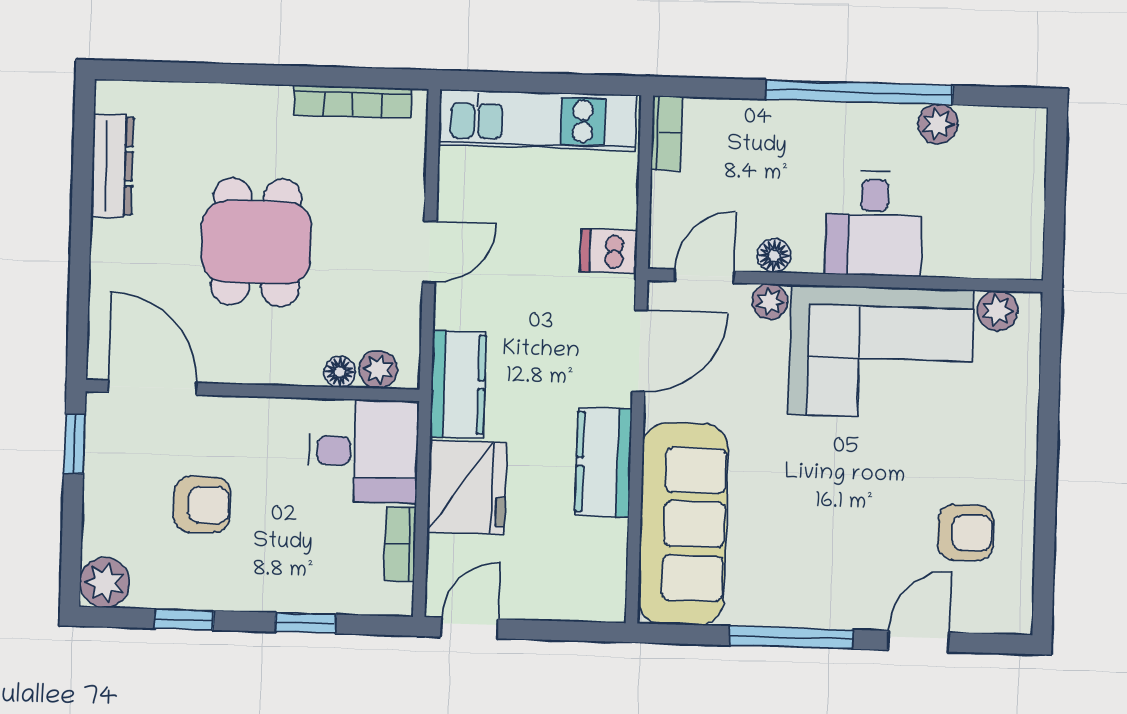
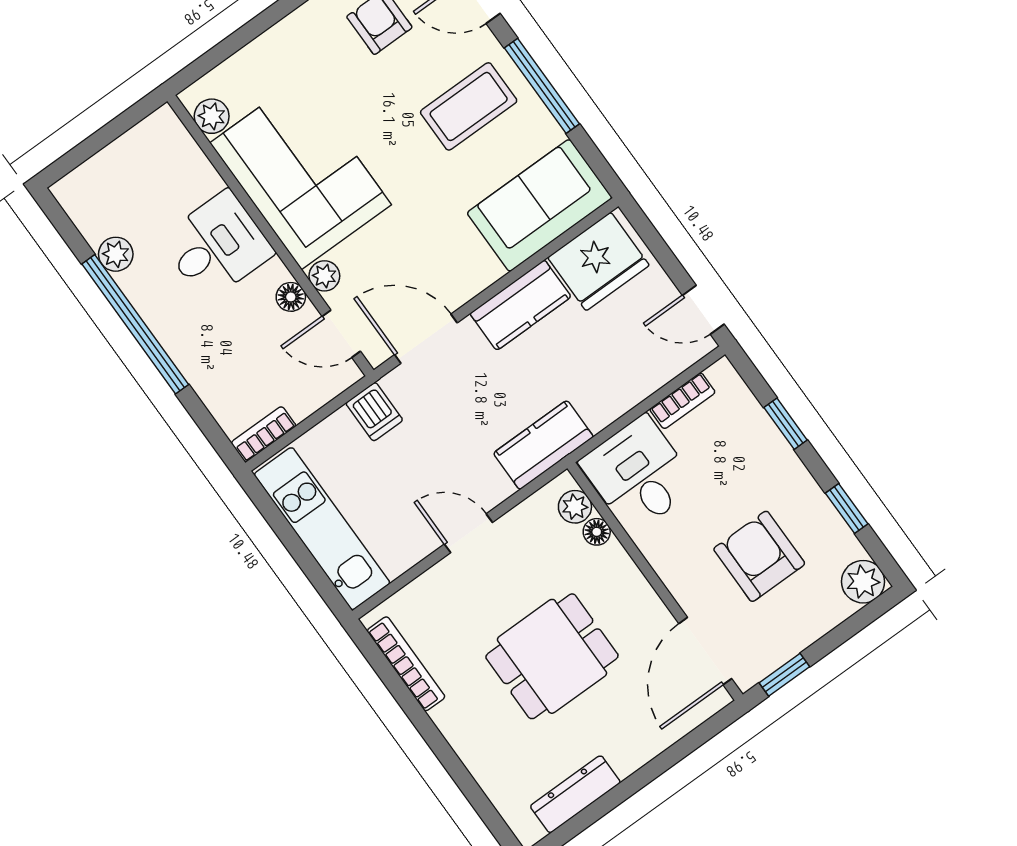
fridge: (467, 487) -> (598, 261), moved, turned 180
armchair: (202, 505) -> (759, 556), width x1.38, depth x1.38
sofa: (683, 524) -> (540, 205), width x0.73
coffee table: (824, 555) -> (469, 106), added

